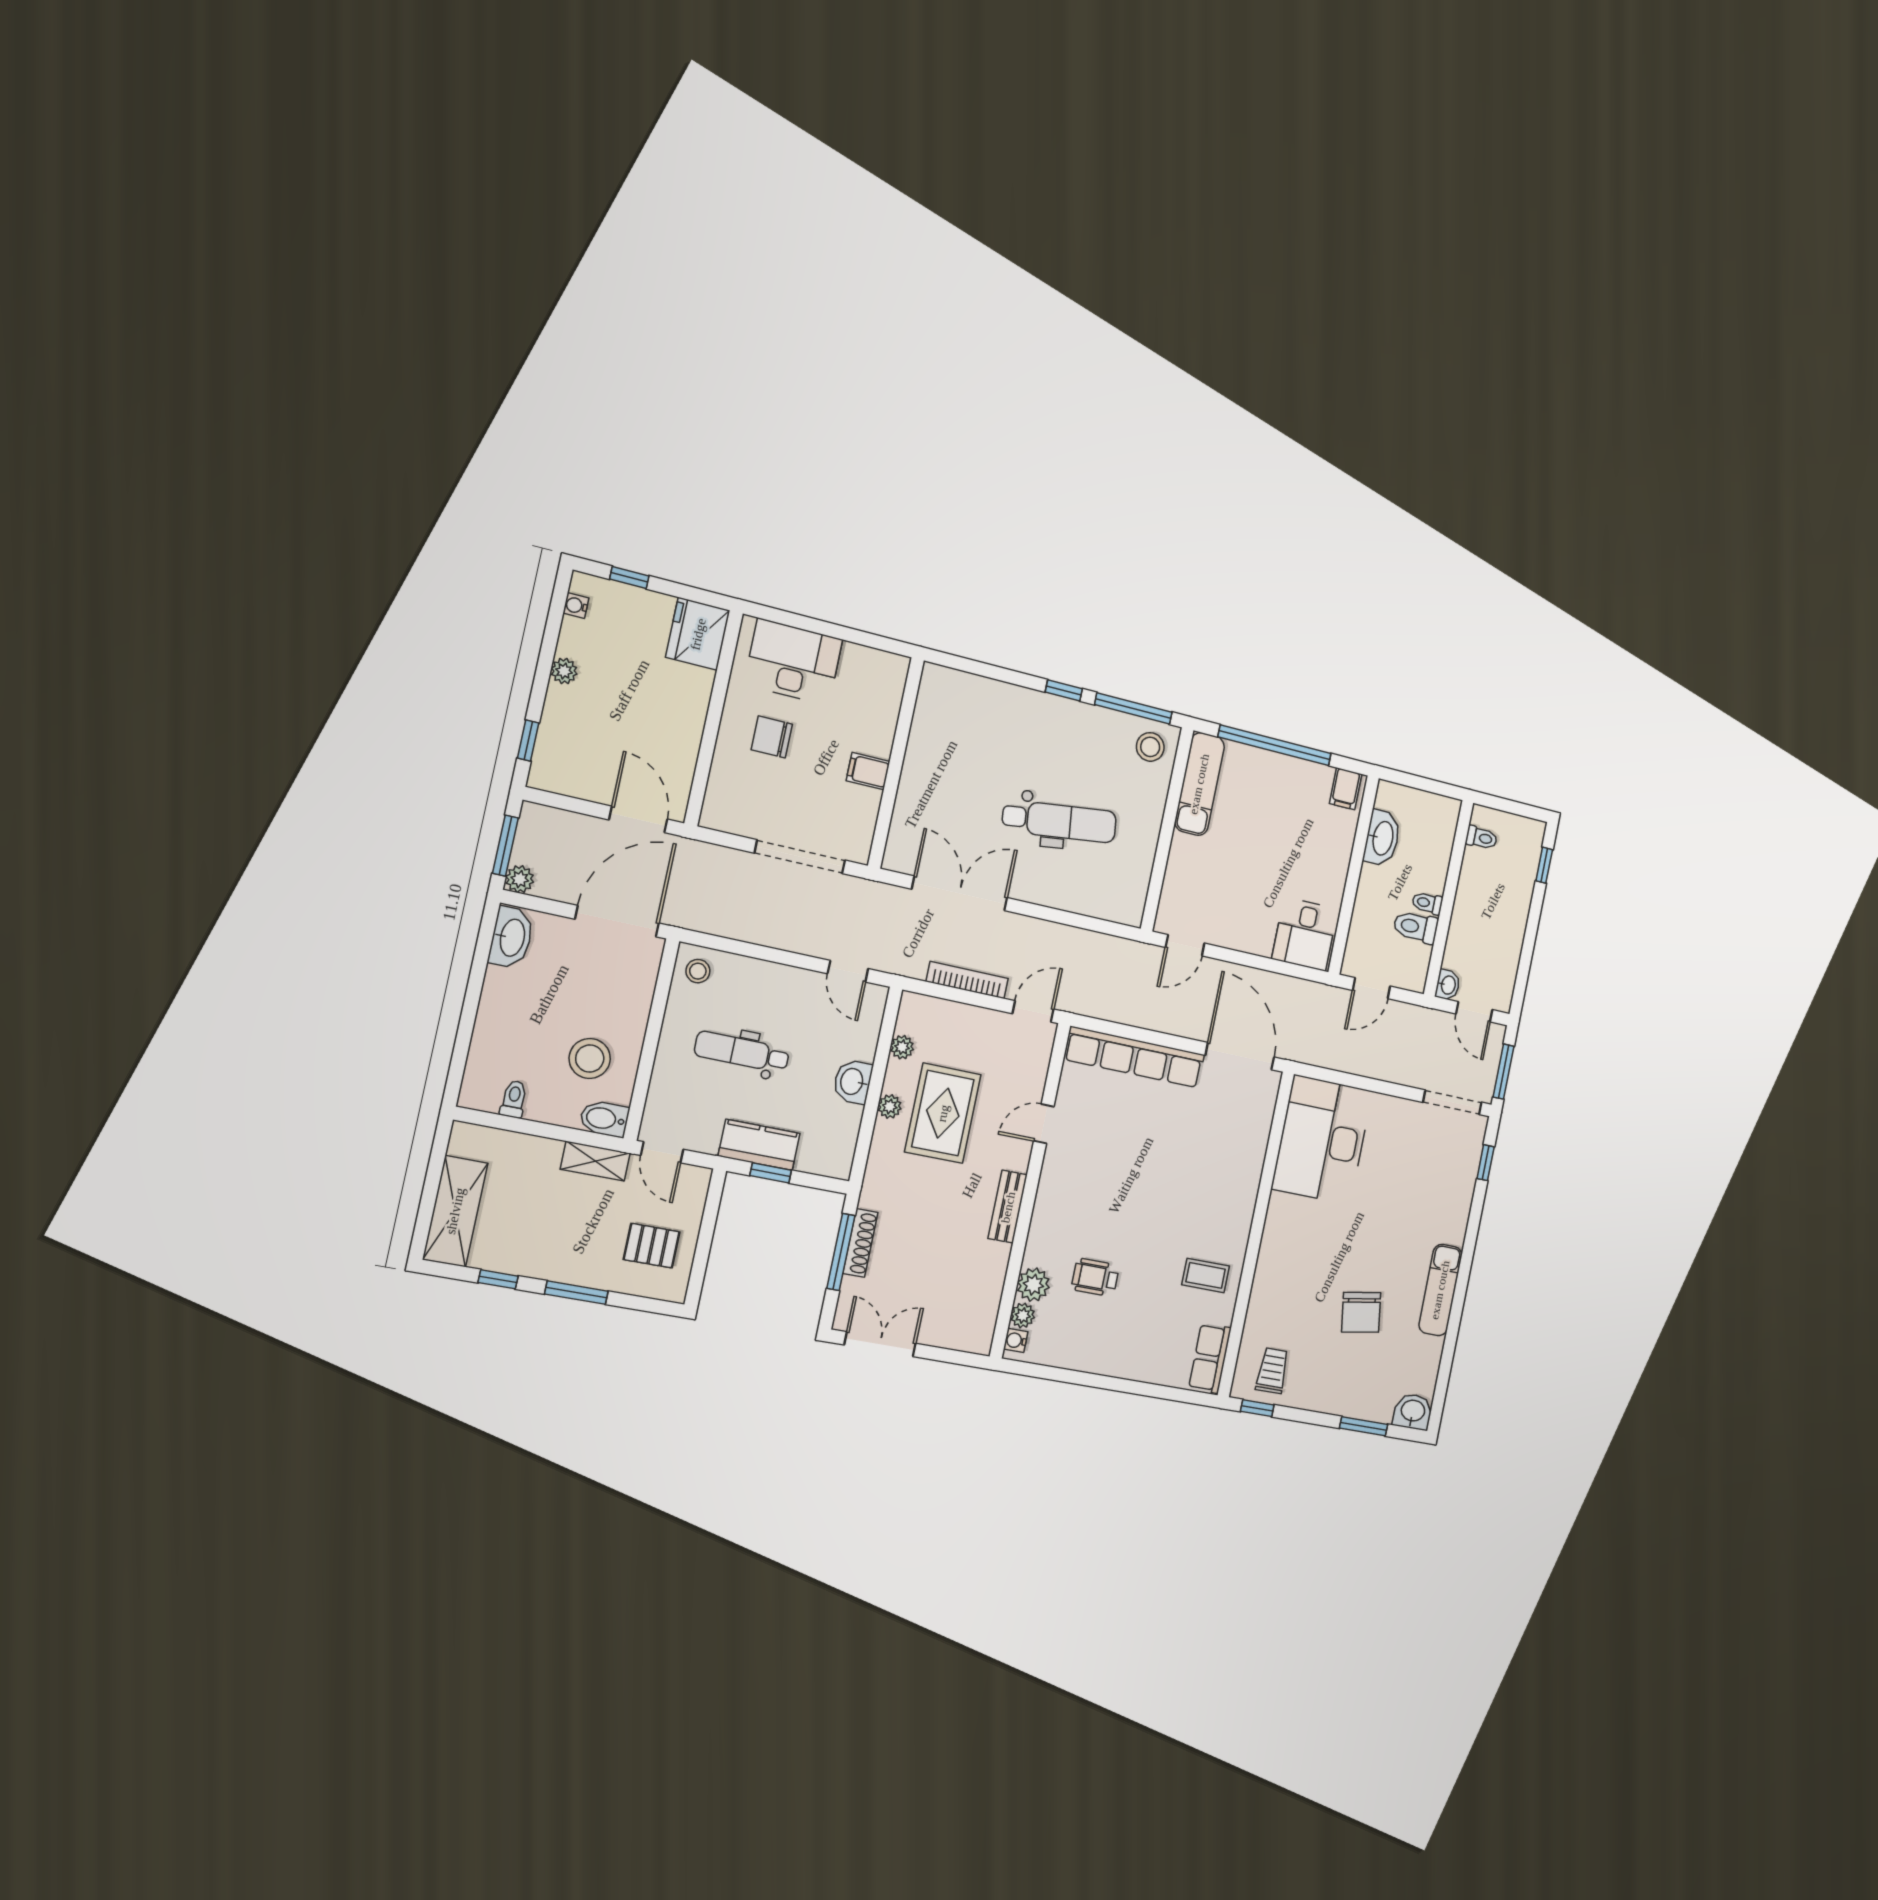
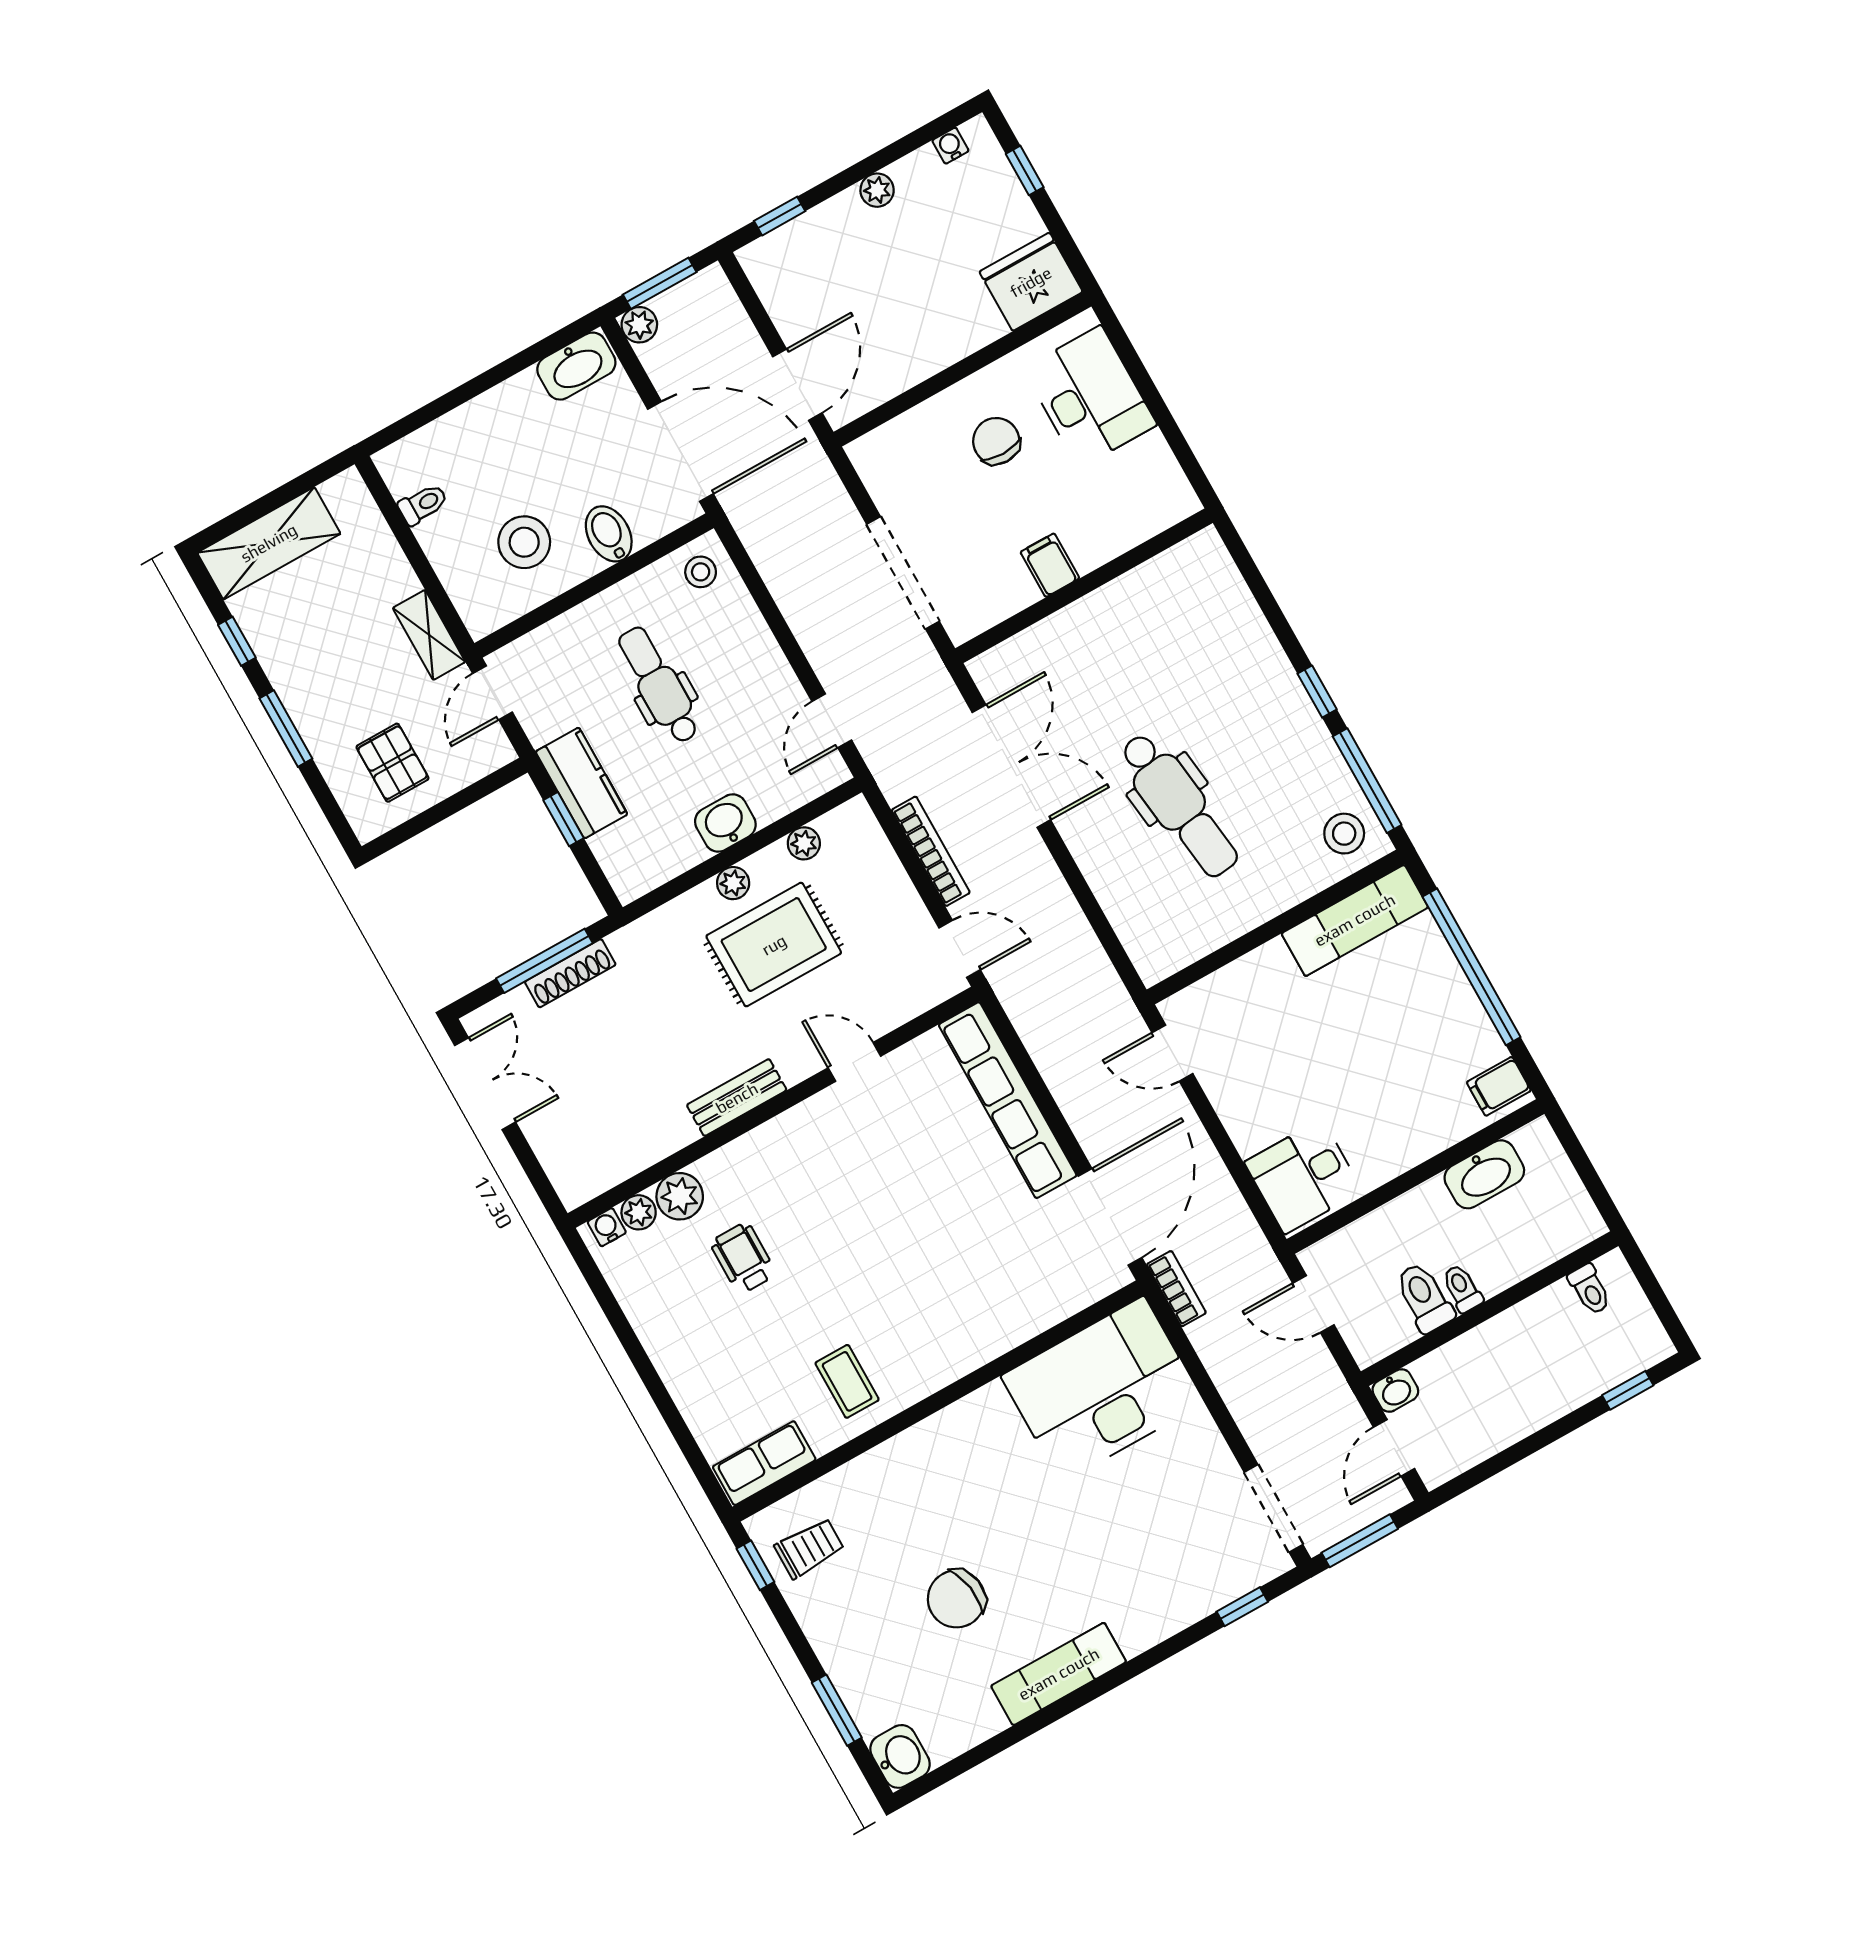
bookcase: (1305, 1054) -> (1176, 1289), added
bidet: (604, 1119) -> (609, 534), moved

